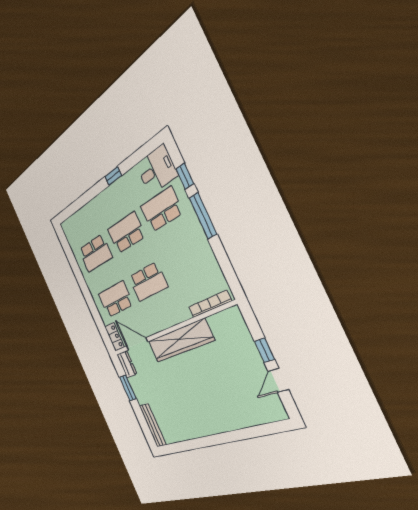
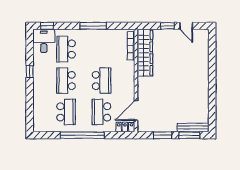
window: (185, 176) -> (47, 26), moved
window: (203, 216) -> (93, 26), moved
window: (84, 287) -> (82, 135), added
wardrobe: (180, 341) -> (145, 53), moved
dresser: (127, 364) -> (146, 127), removed
window: (143, 422) -> (189, 135), added

